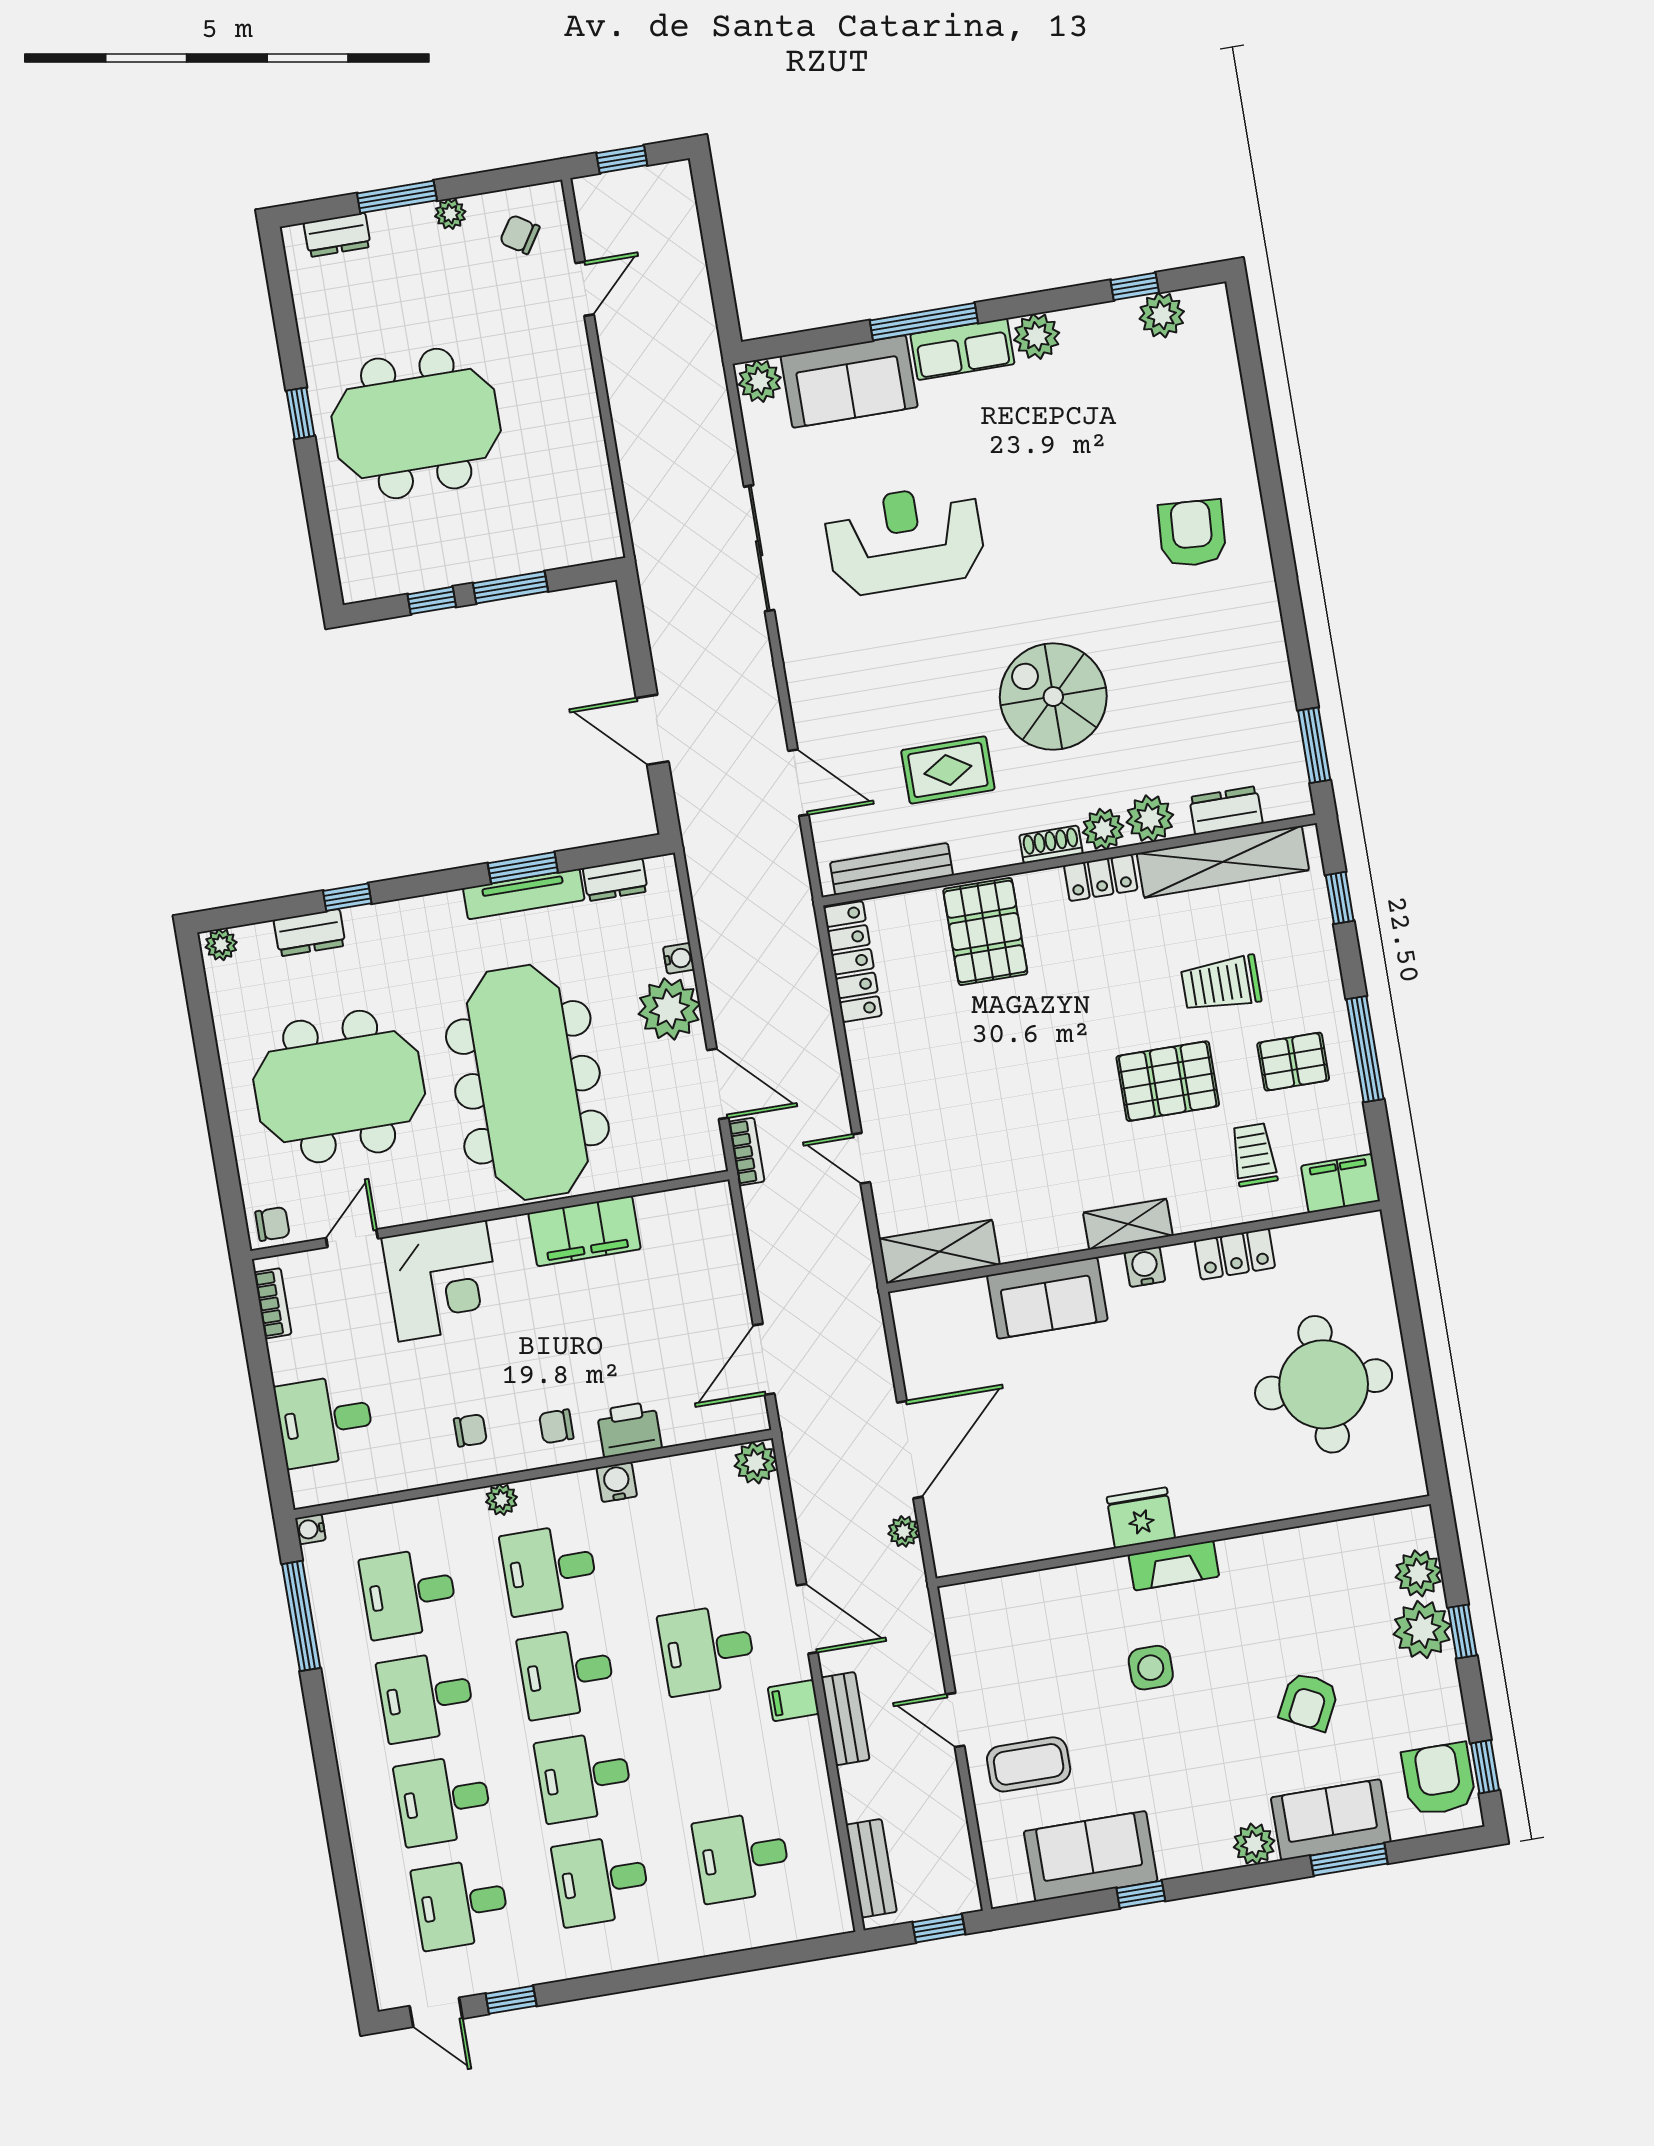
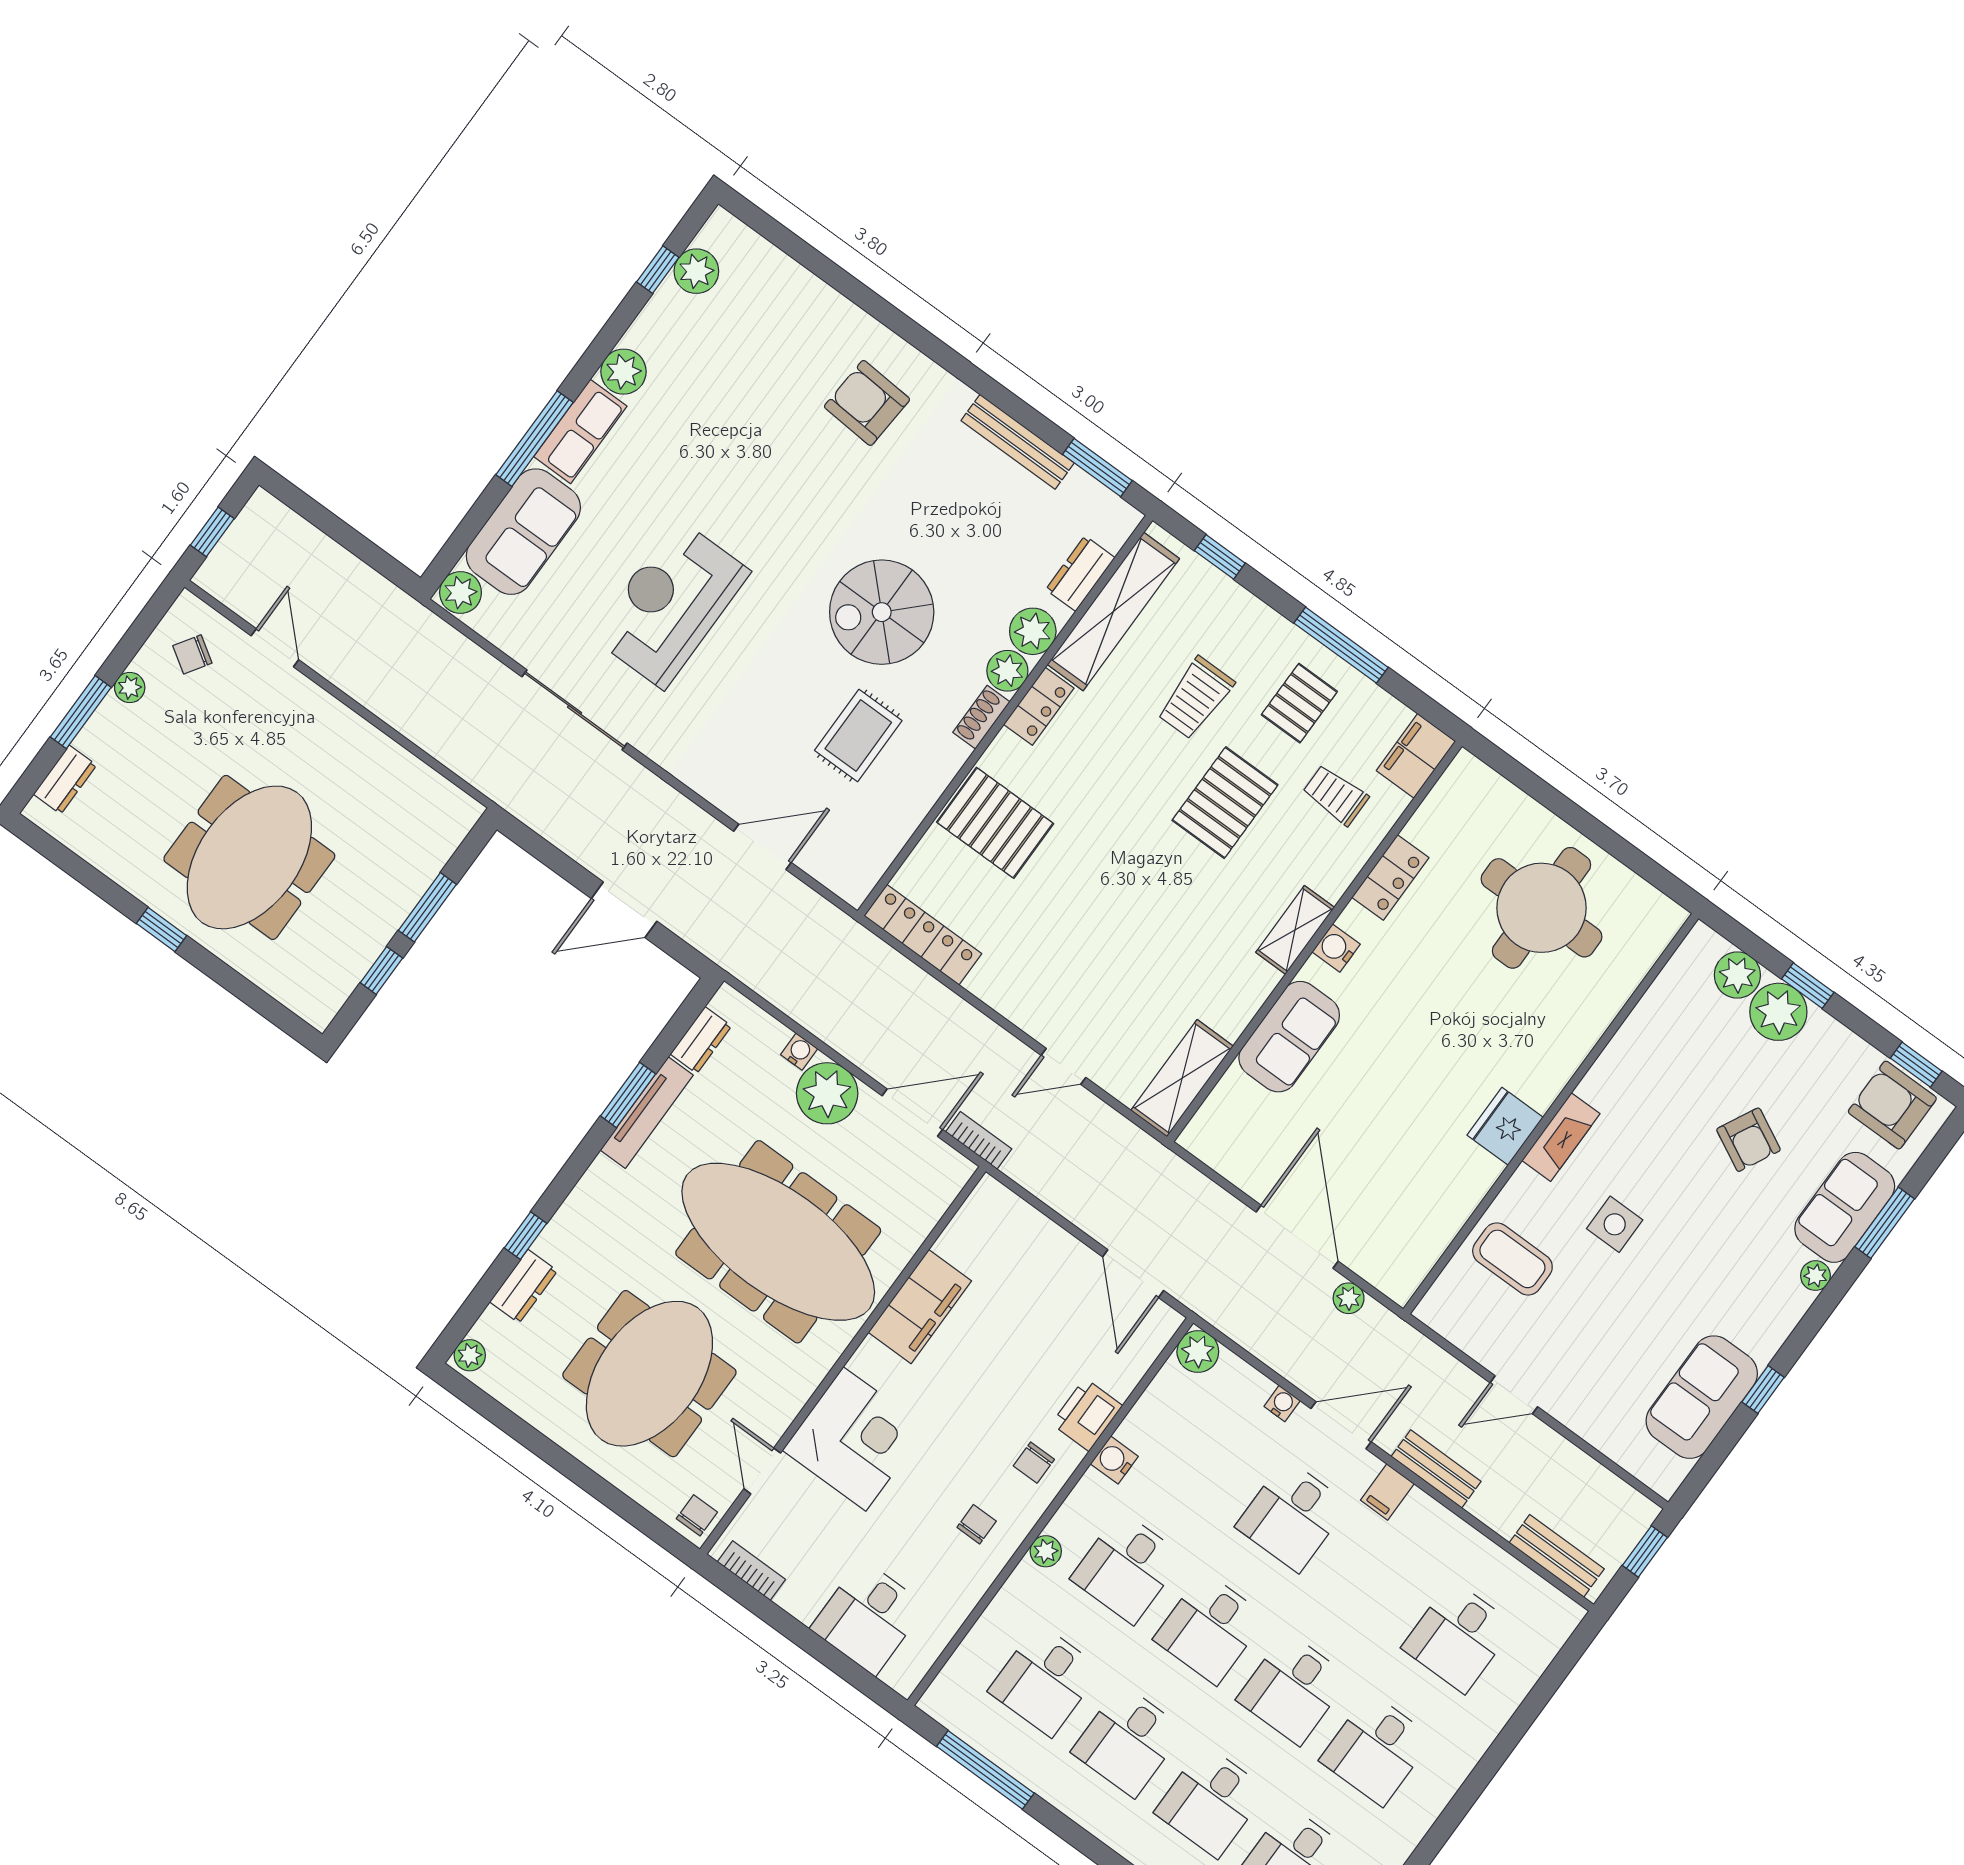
bench: (892, 869) -> (1018, 442), moved, turned 90
water cooler: (310, 1529) -> (1282, 1403), moved, turned 180
coffee table: (1029, 1764) -> (1512, 1259), moved, turned 90
plant: (1254, 1844) -> (1815, 1276), width x0.73, depth x0.73

